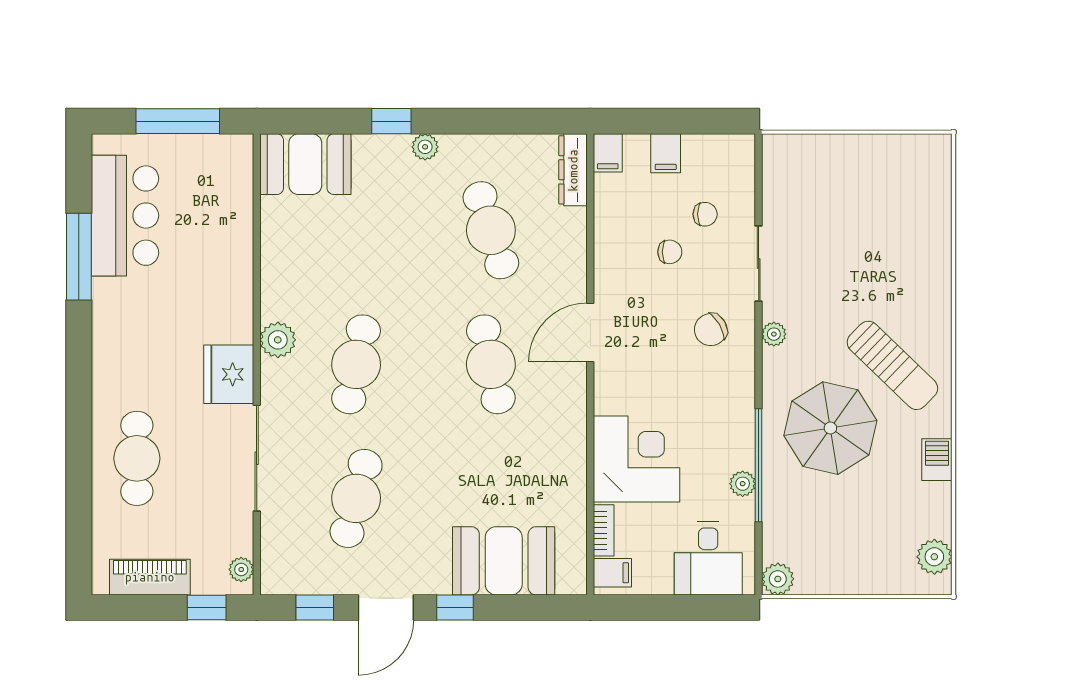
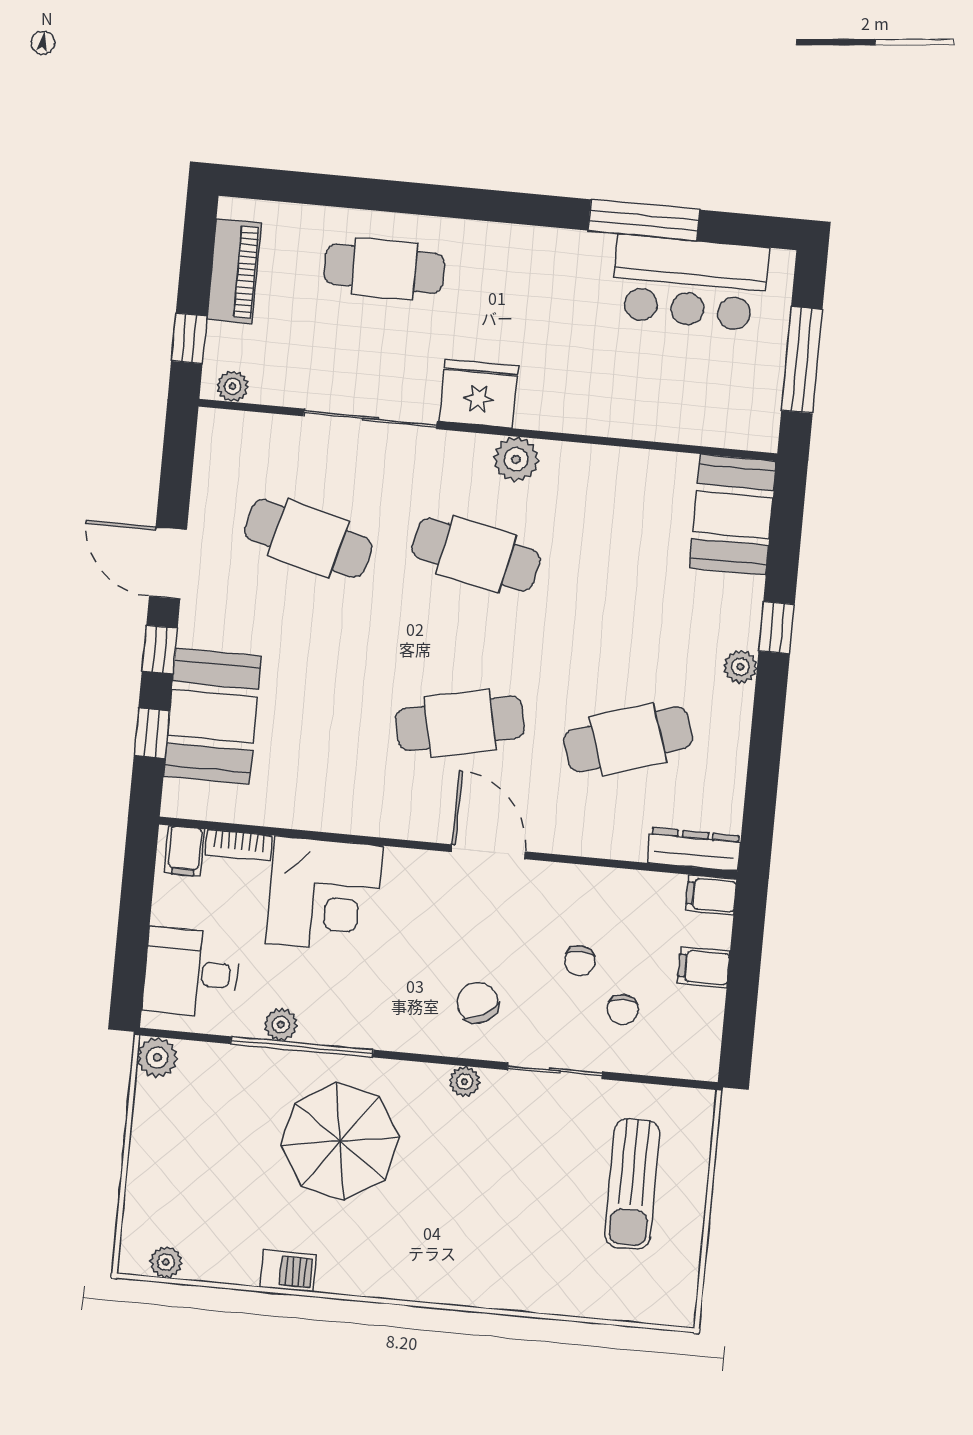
sun lounger: (892, 365) -> (632, 1184), moved, turned -44
plant: (934, 557) -> (166, 1262), width x0.73, depth x0.73
window: (315, 608) -> (152, 733), moved

